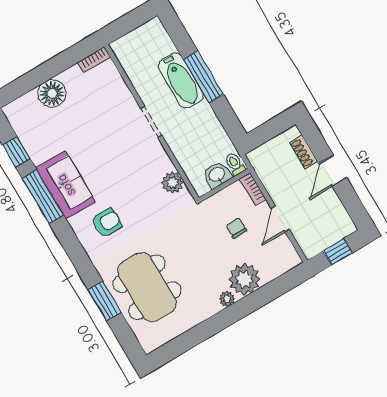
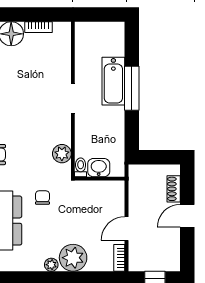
bookcase: (94, 60) -> (38, 27), moved
toilet: (235, 164) -> (81, 167), moved
bookcase: (253, 189) -> (119, 258), moved
chair: (236, 228) -> (42, 198), moved

